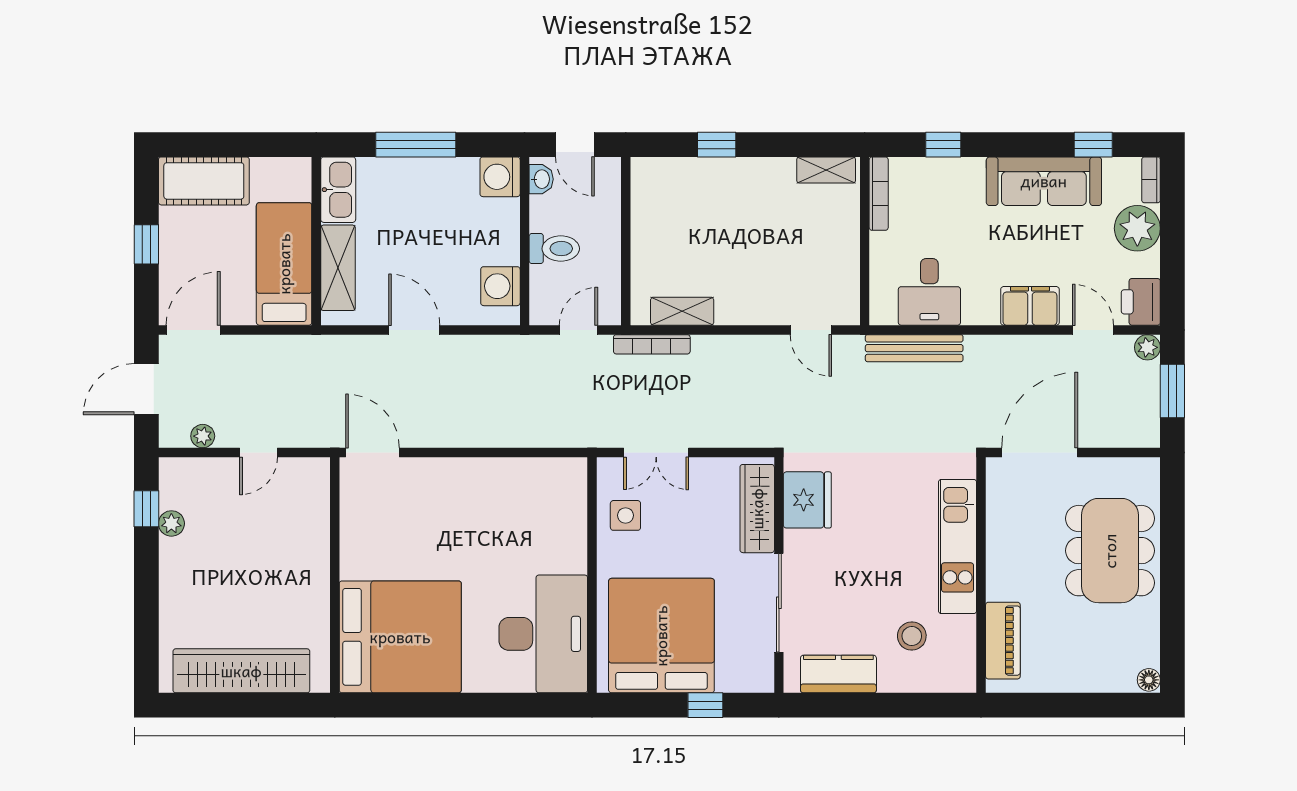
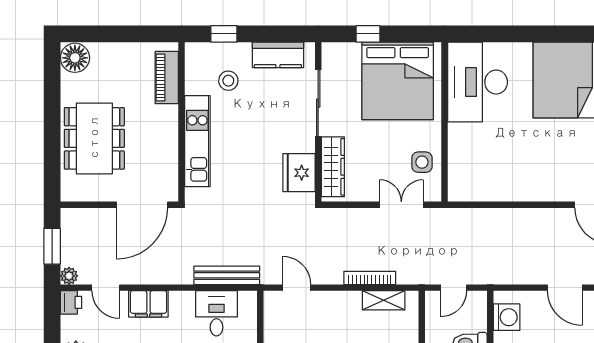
printer: (1141, 302) -> (71, 302), width x0.73, depth x0.81
bookcase: (652, 344) -> (370, 278), moved
floor lamp: (1149, 680) -> (75, 58), width x1.89, depth x1.89
window: (918, 705) -> (224, 34), added

